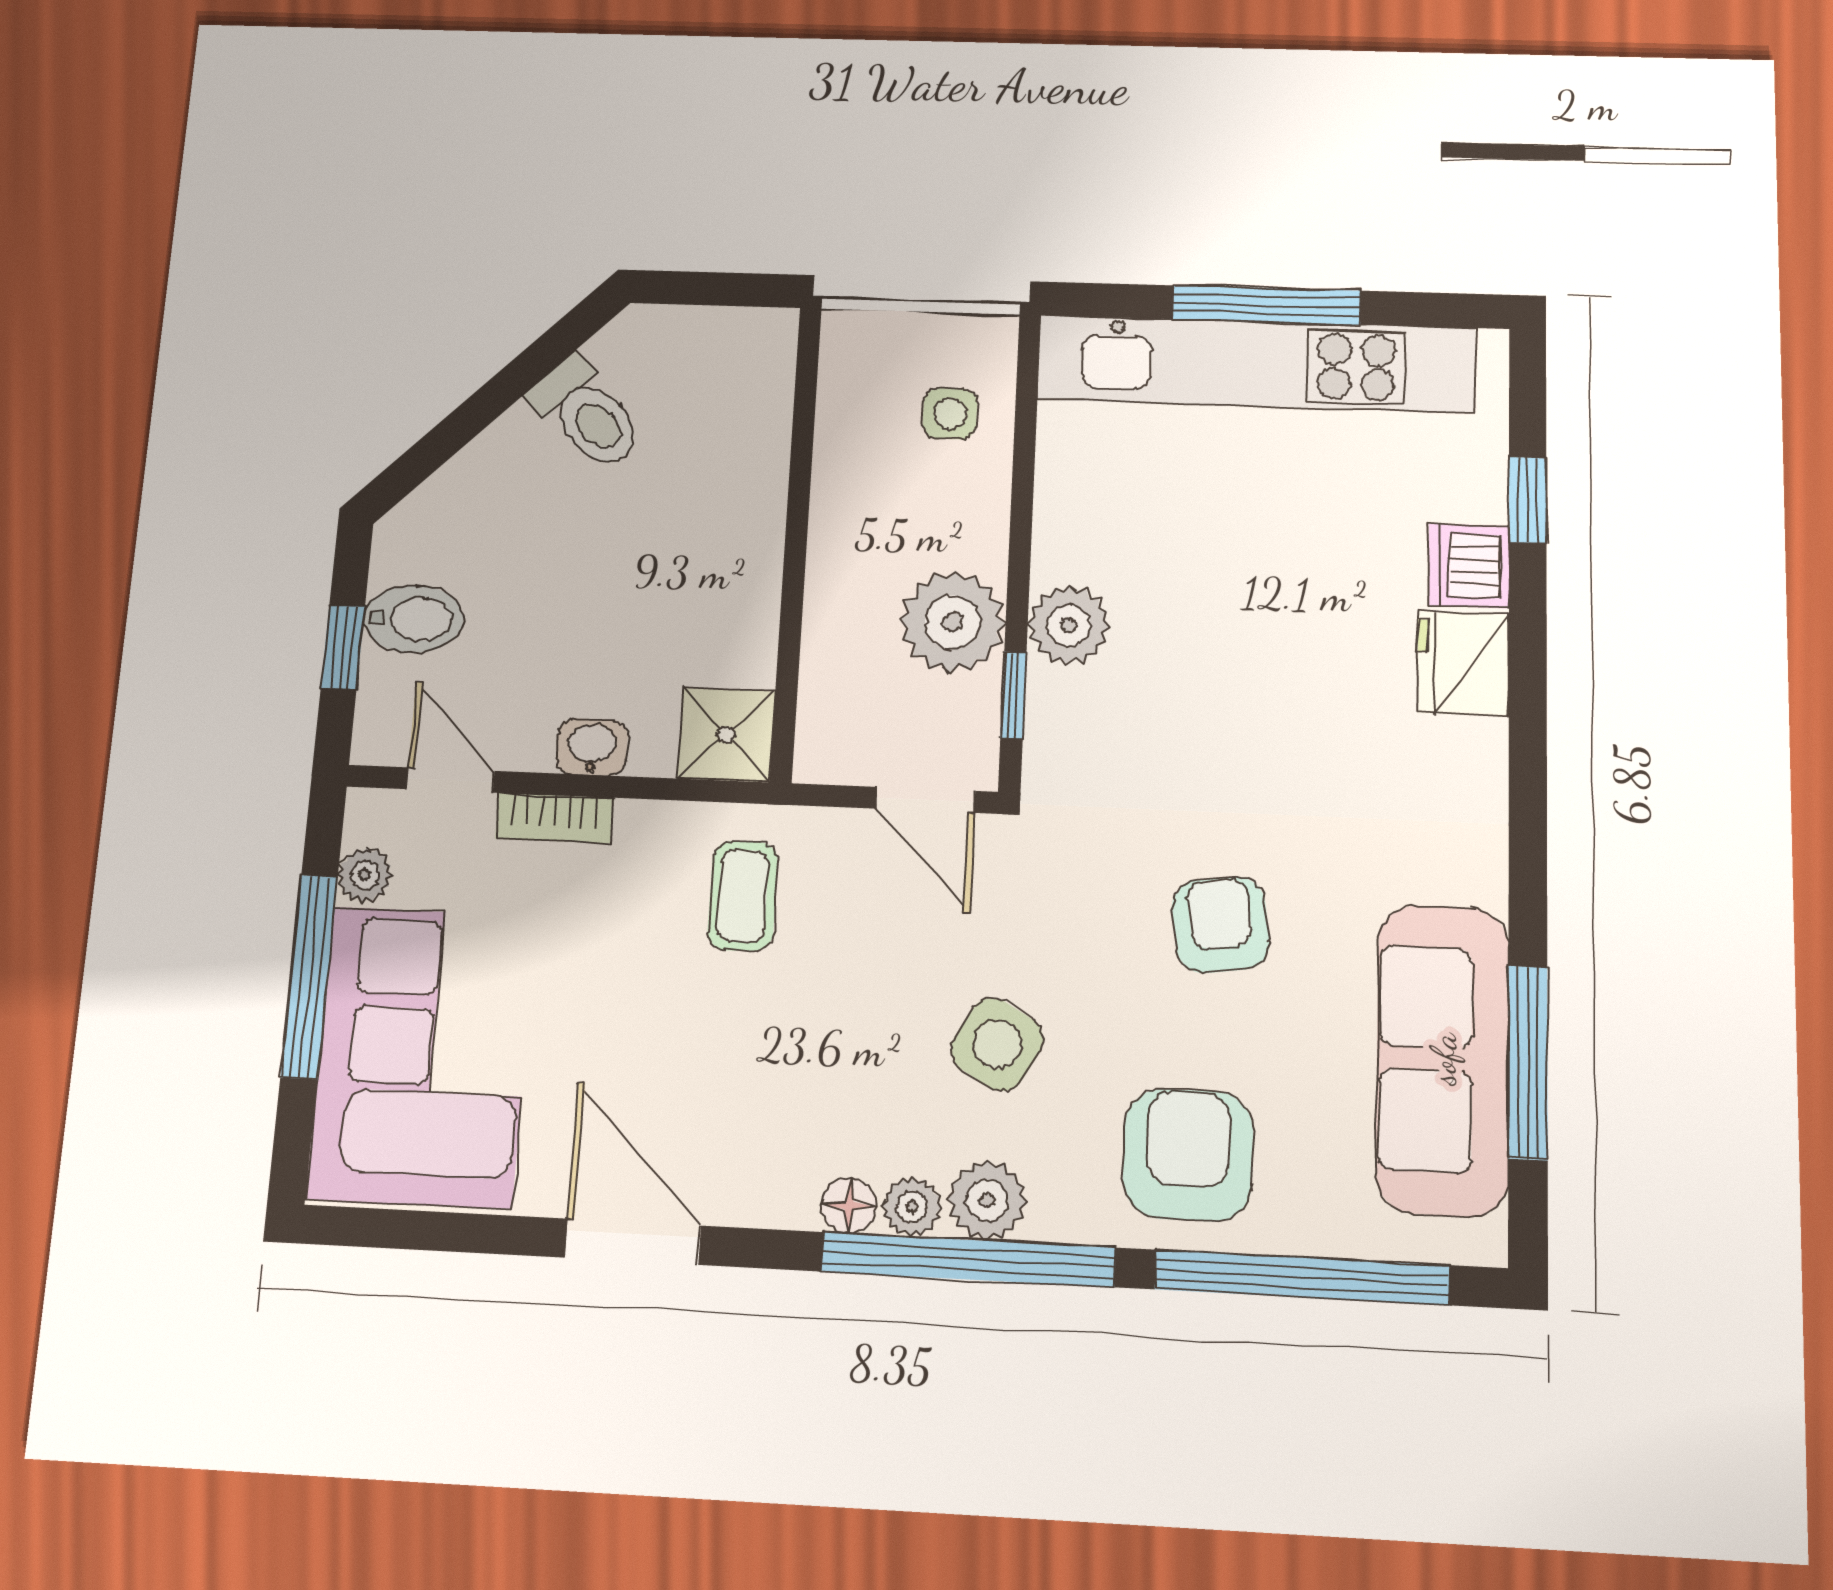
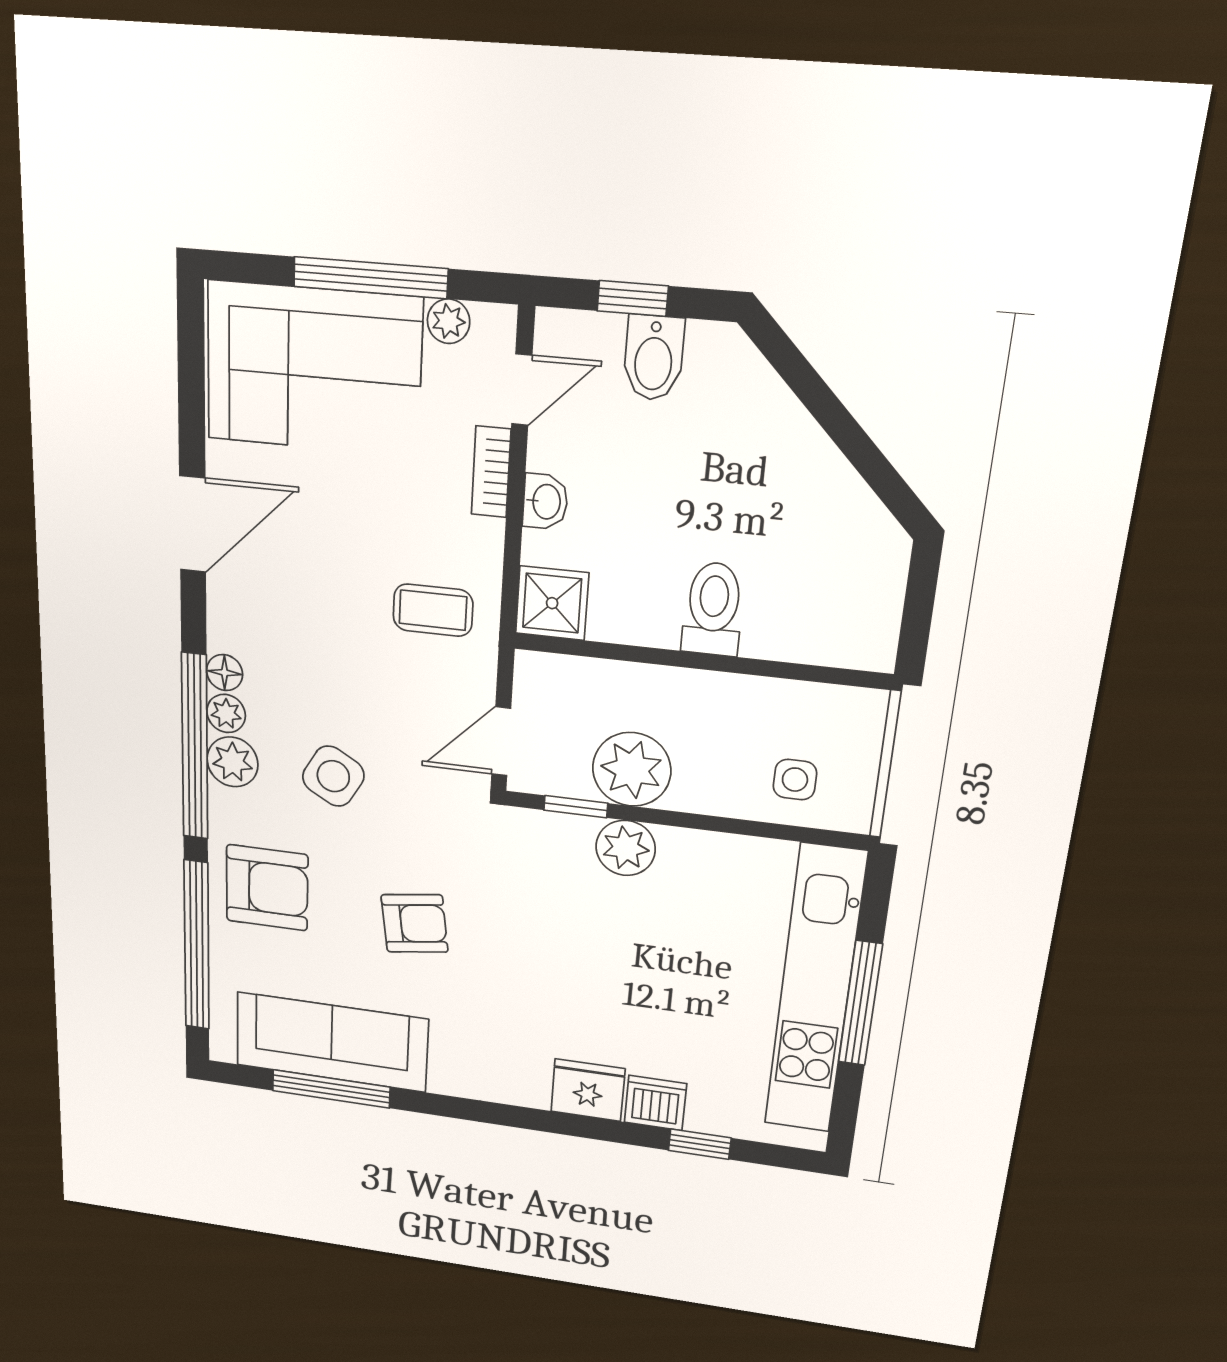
toilet: (587, 414) -> (713, 609), moved, turned 135

